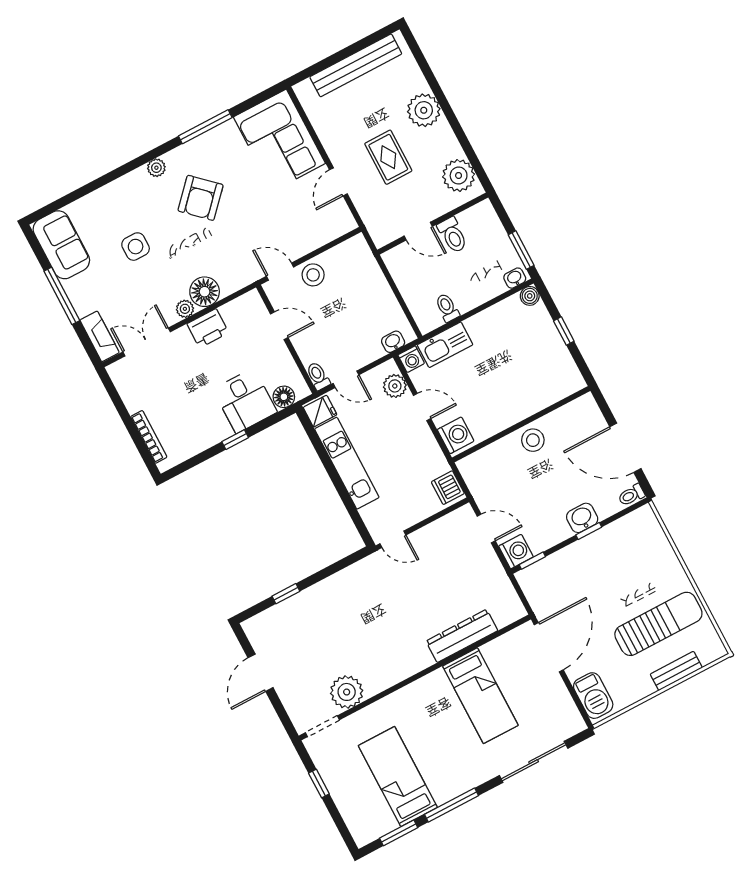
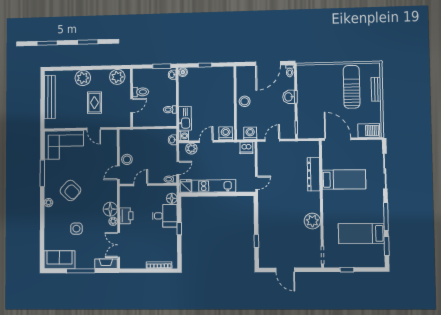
rug: (388, 157) -> (94, 103), turned 90
washing machine: (516, 552) -> (250, 133), moved
plant: (347, 692) -> (312, 221), moved

